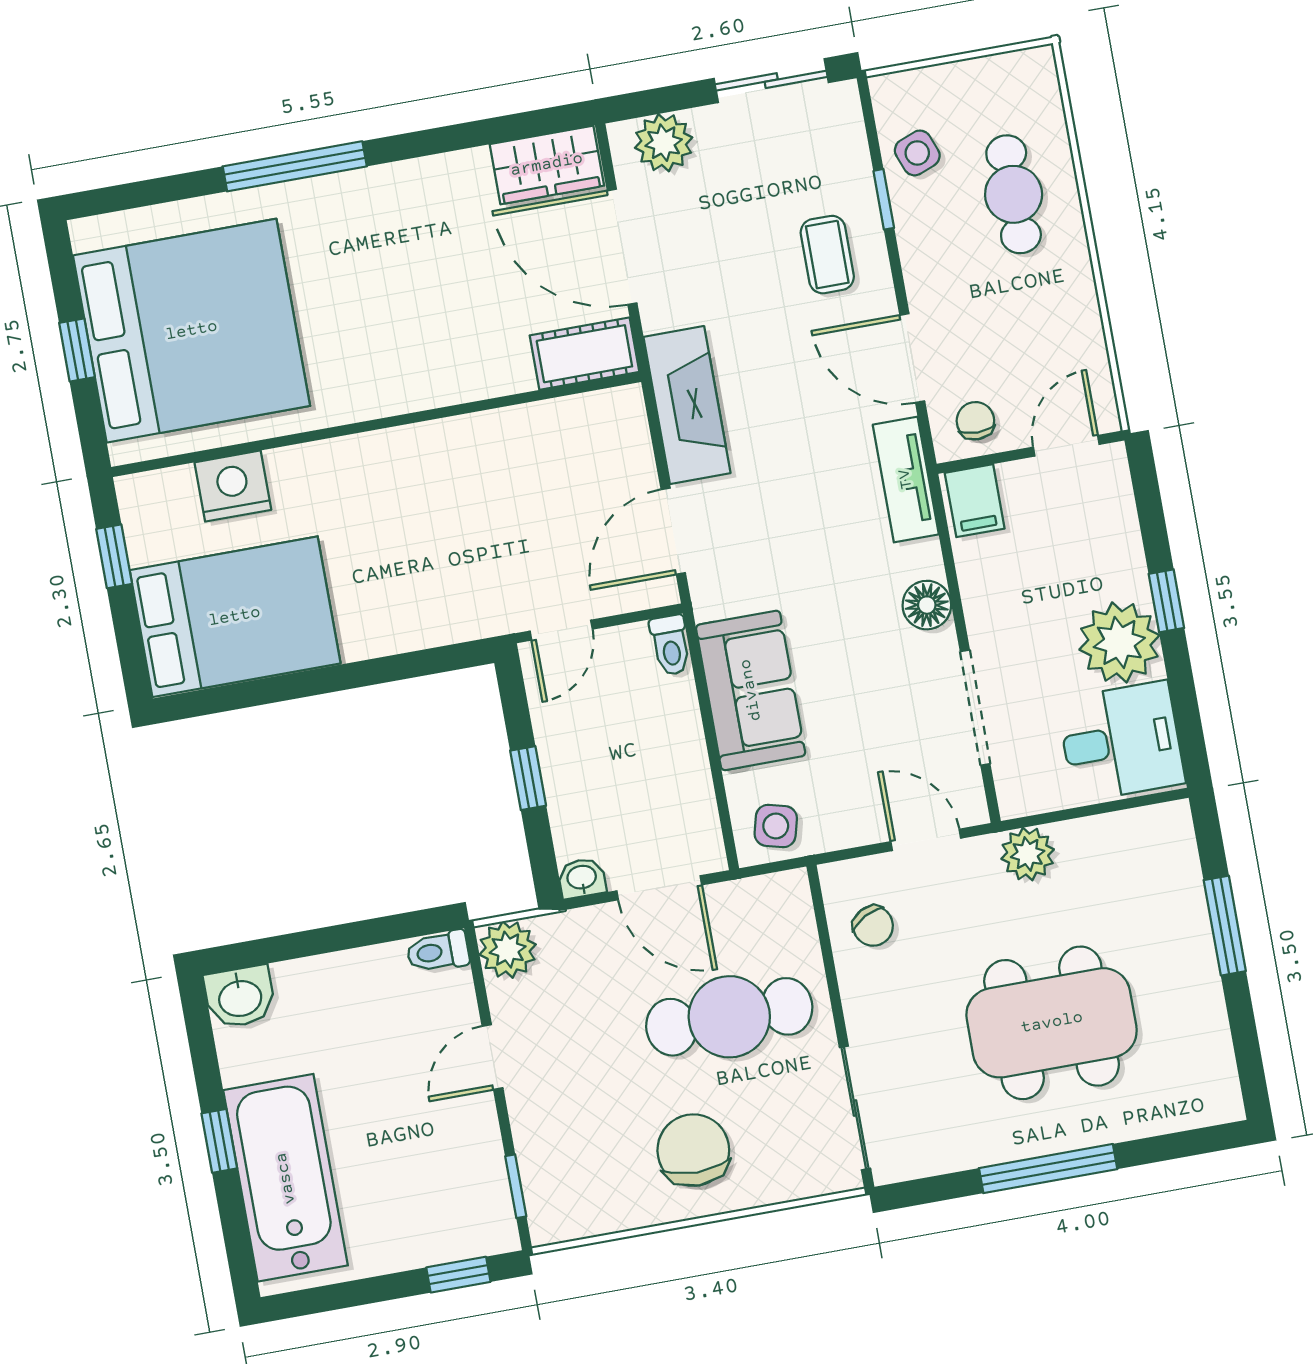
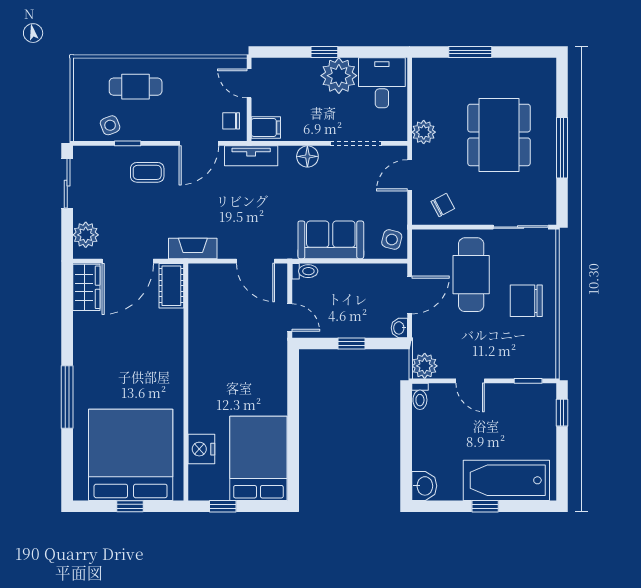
fireplace: (687, 405) -> (193, 248), width x0.73, depth x0.76

